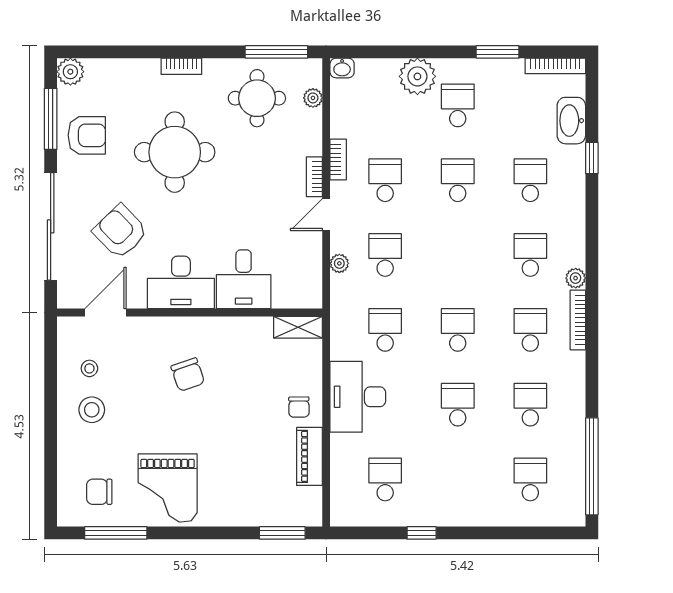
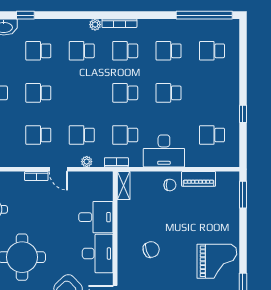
bookcase: (338, 160) -> (116, 162), moved

